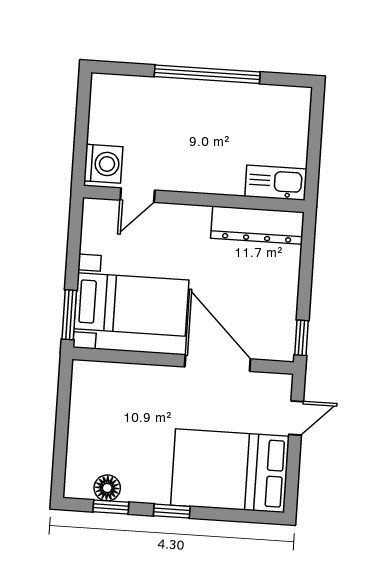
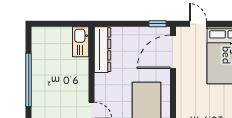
door: (218, 363) -> (173, 52), moved

